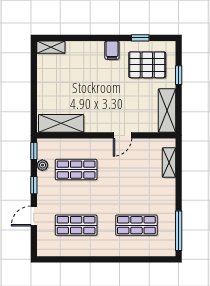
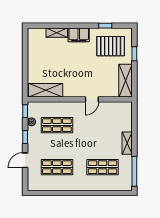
shelving: (51, 47) -> (57, 33), moved
filing cabinet: (112, 50) -> (79, 35), width x2.00
shelving: (169, 163) -> (127, 143), moved

